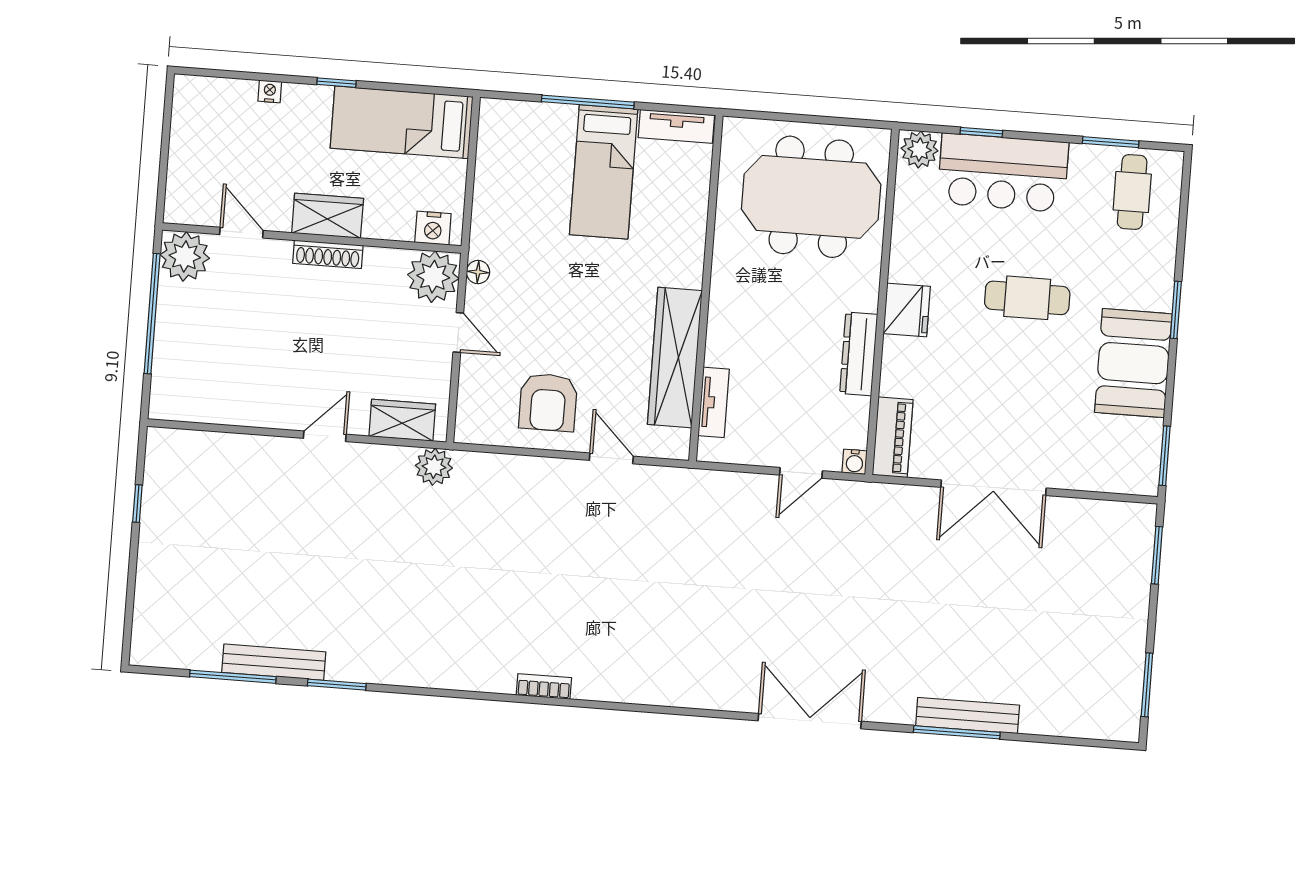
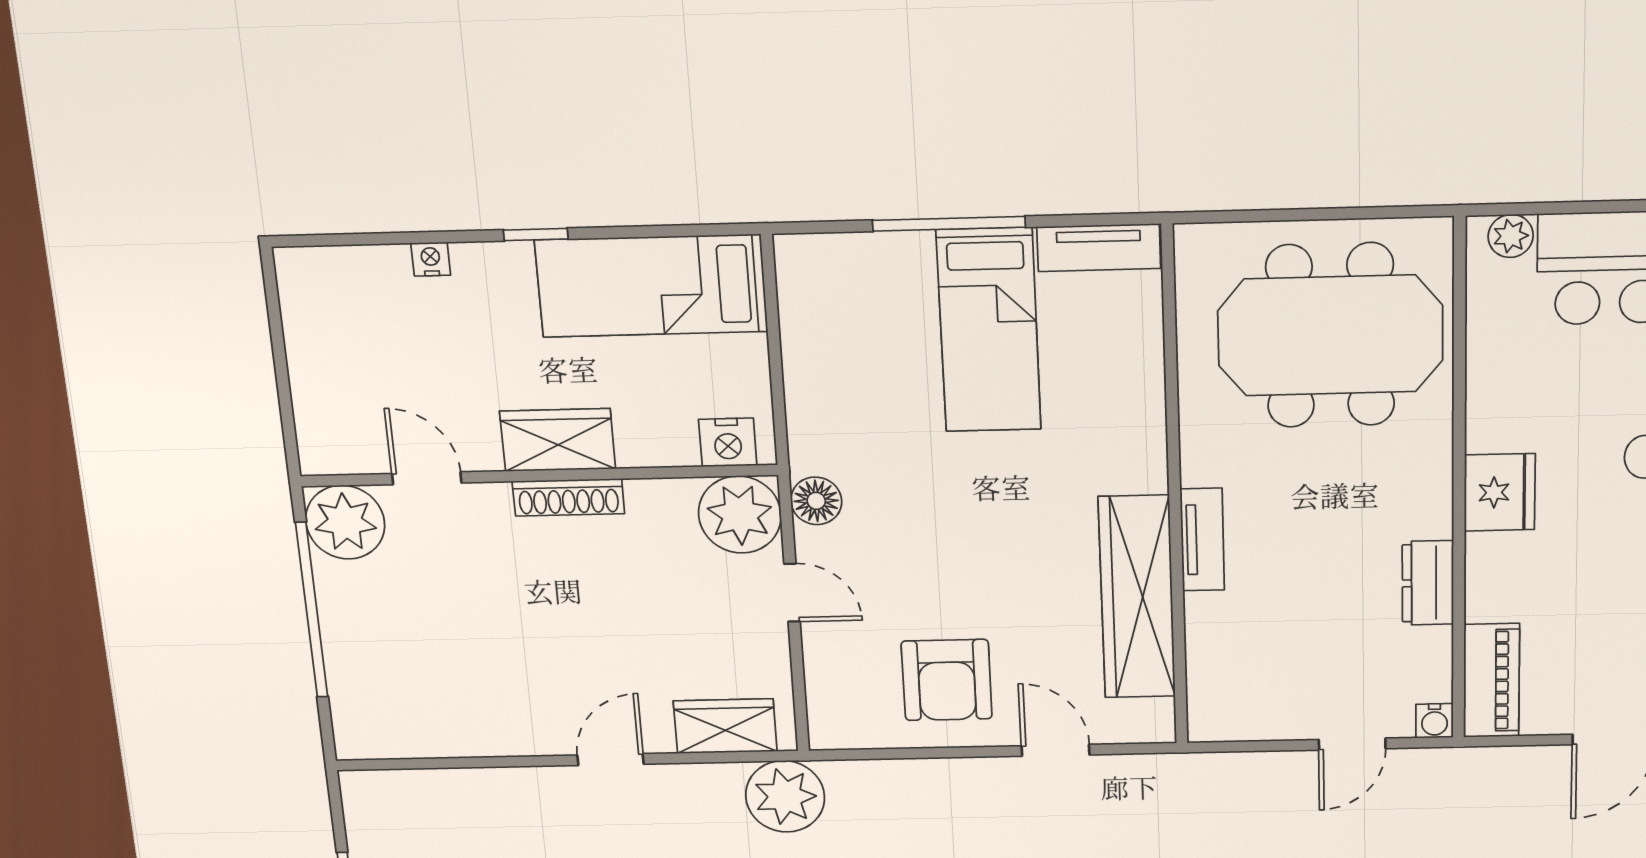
window: (981, 132) -> (1603, 207), removed
plant: (920, 150) -> (1511, 236), width x0.73, depth x0.73
floor lamp: (478, 272) -> (816, 501), width x1.37, depth x1.37
dresser: (859, 354) -> (1428, 583), width x0.70
tv unit: (714, 402) -> (1202, 540), moved
plant: (434, 467) -> (785, 796), width x1.36, depth x1.36

